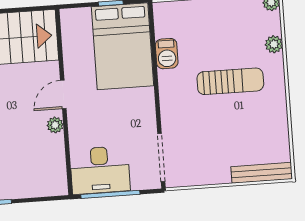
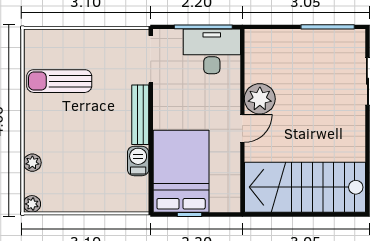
sun lounger: (230, 81) -> (59, 81), moved
plant: (55, 125) -> (260, 99), width x1.87, depth x1.87
bench: (262, 173) -> (140, 115), moved, turned 90

